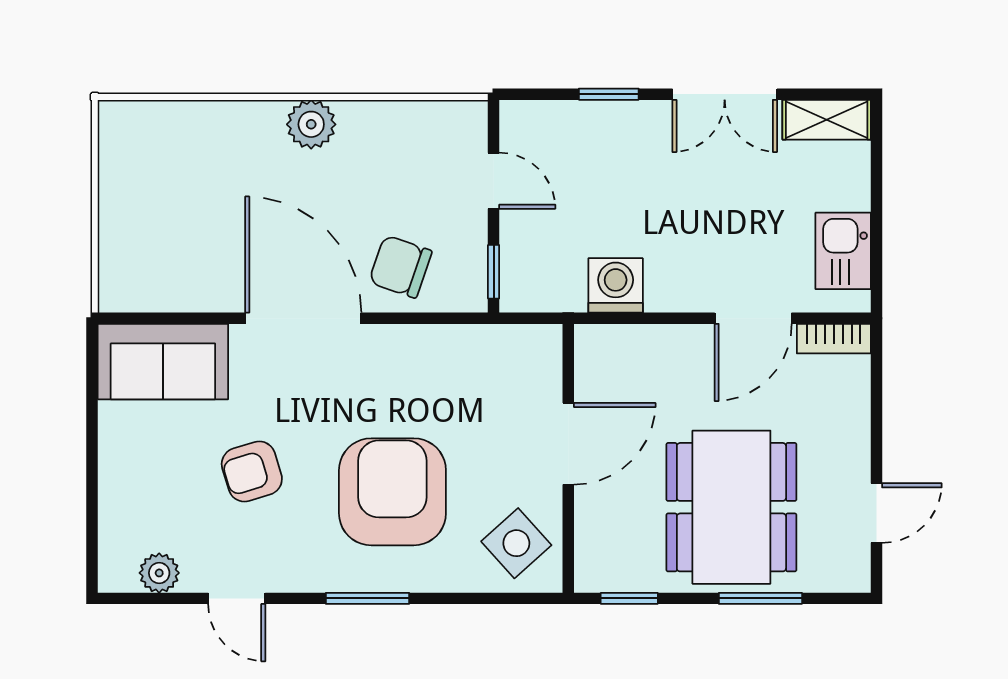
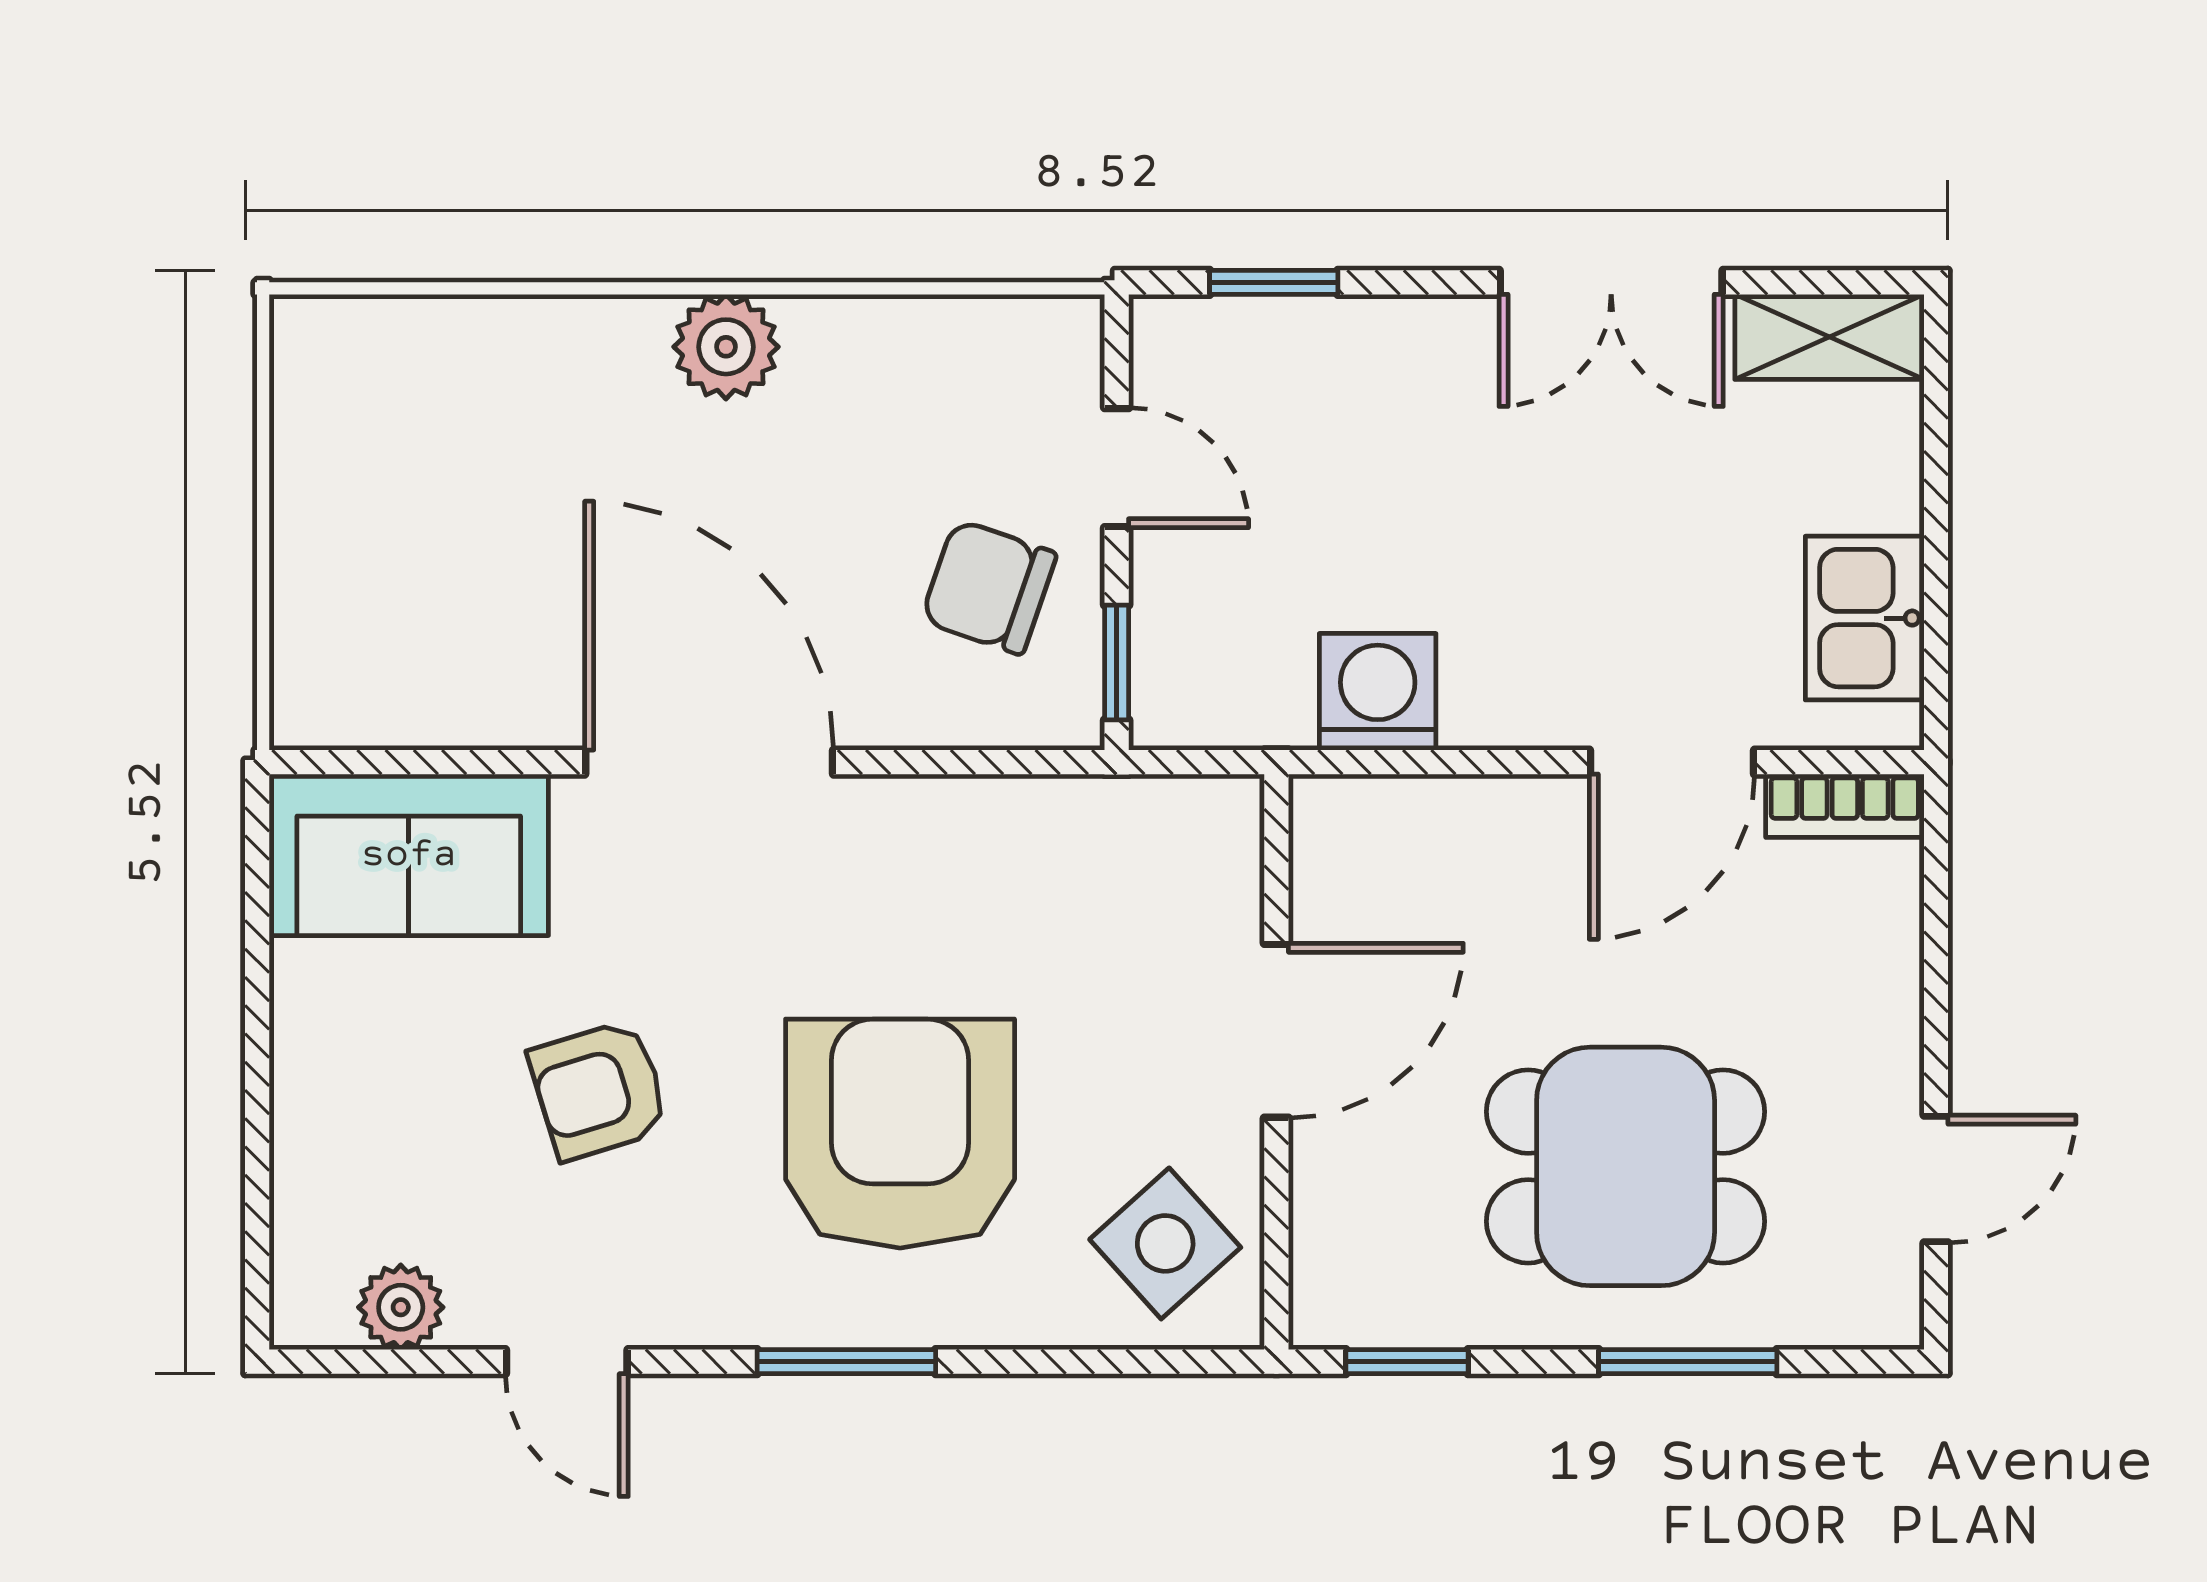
window: (609, 94) -> (1274, 282), moved
chair: (400, 267) -> (989, 587), moved
dining table: (731, 507) -> (1626, 1166), width x0.73

